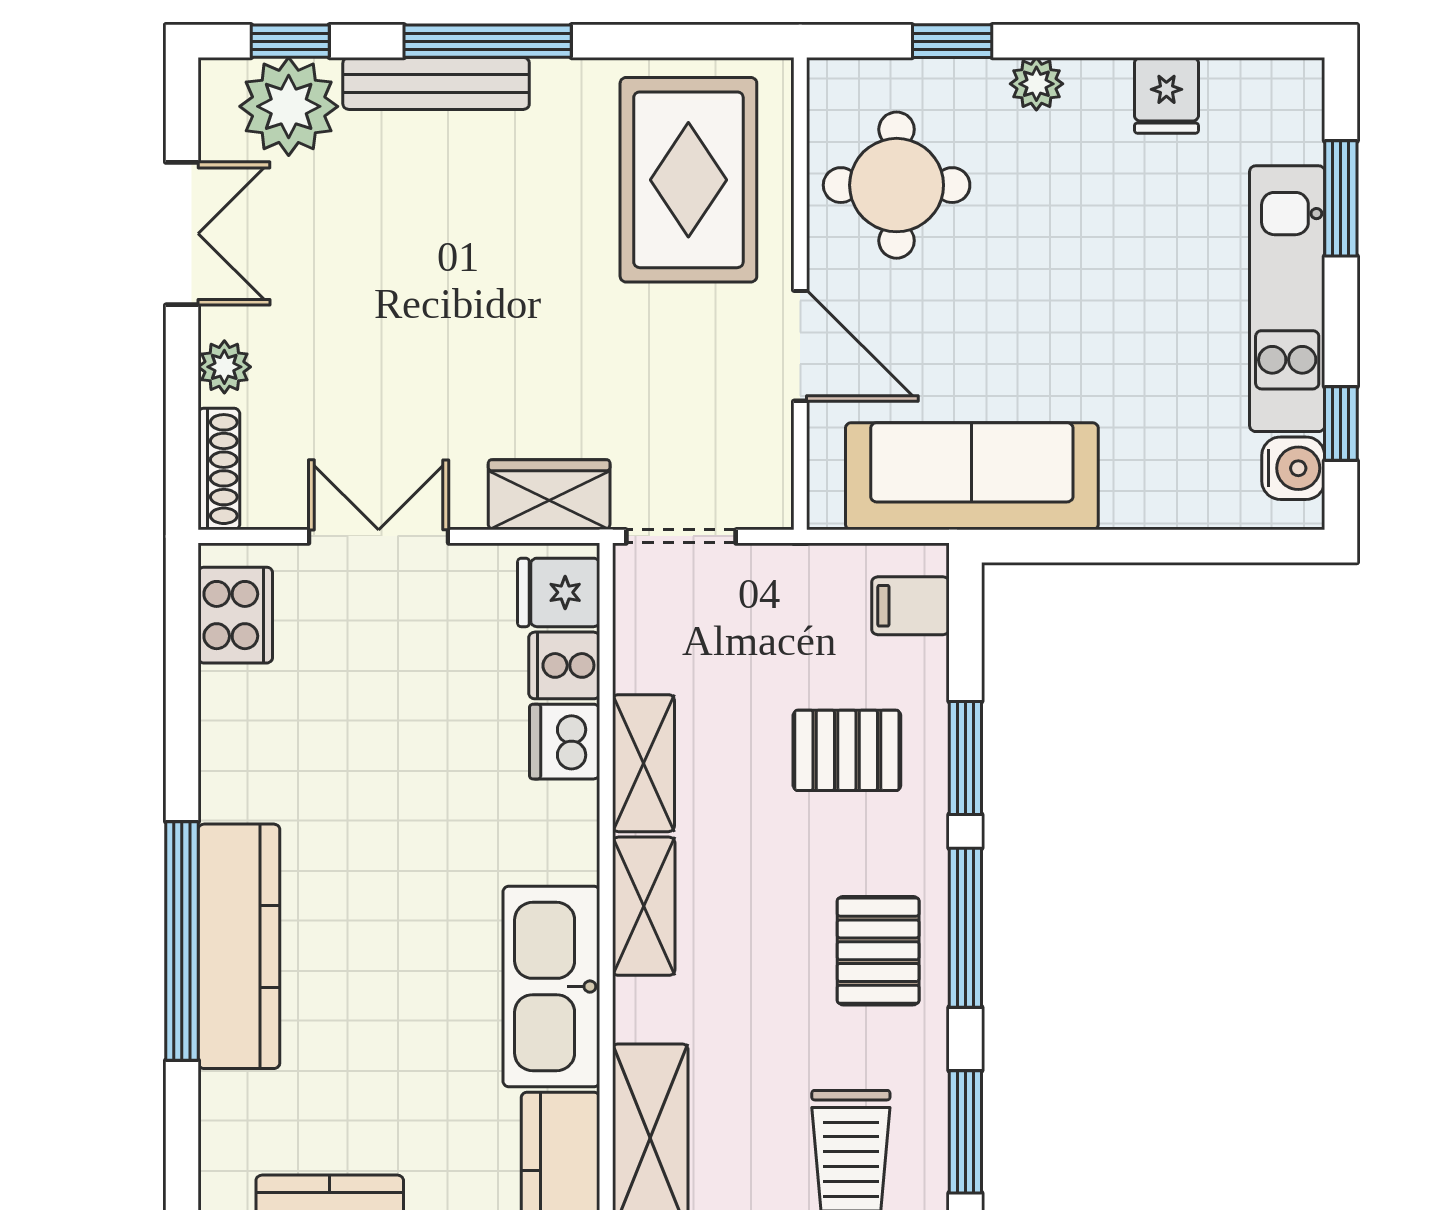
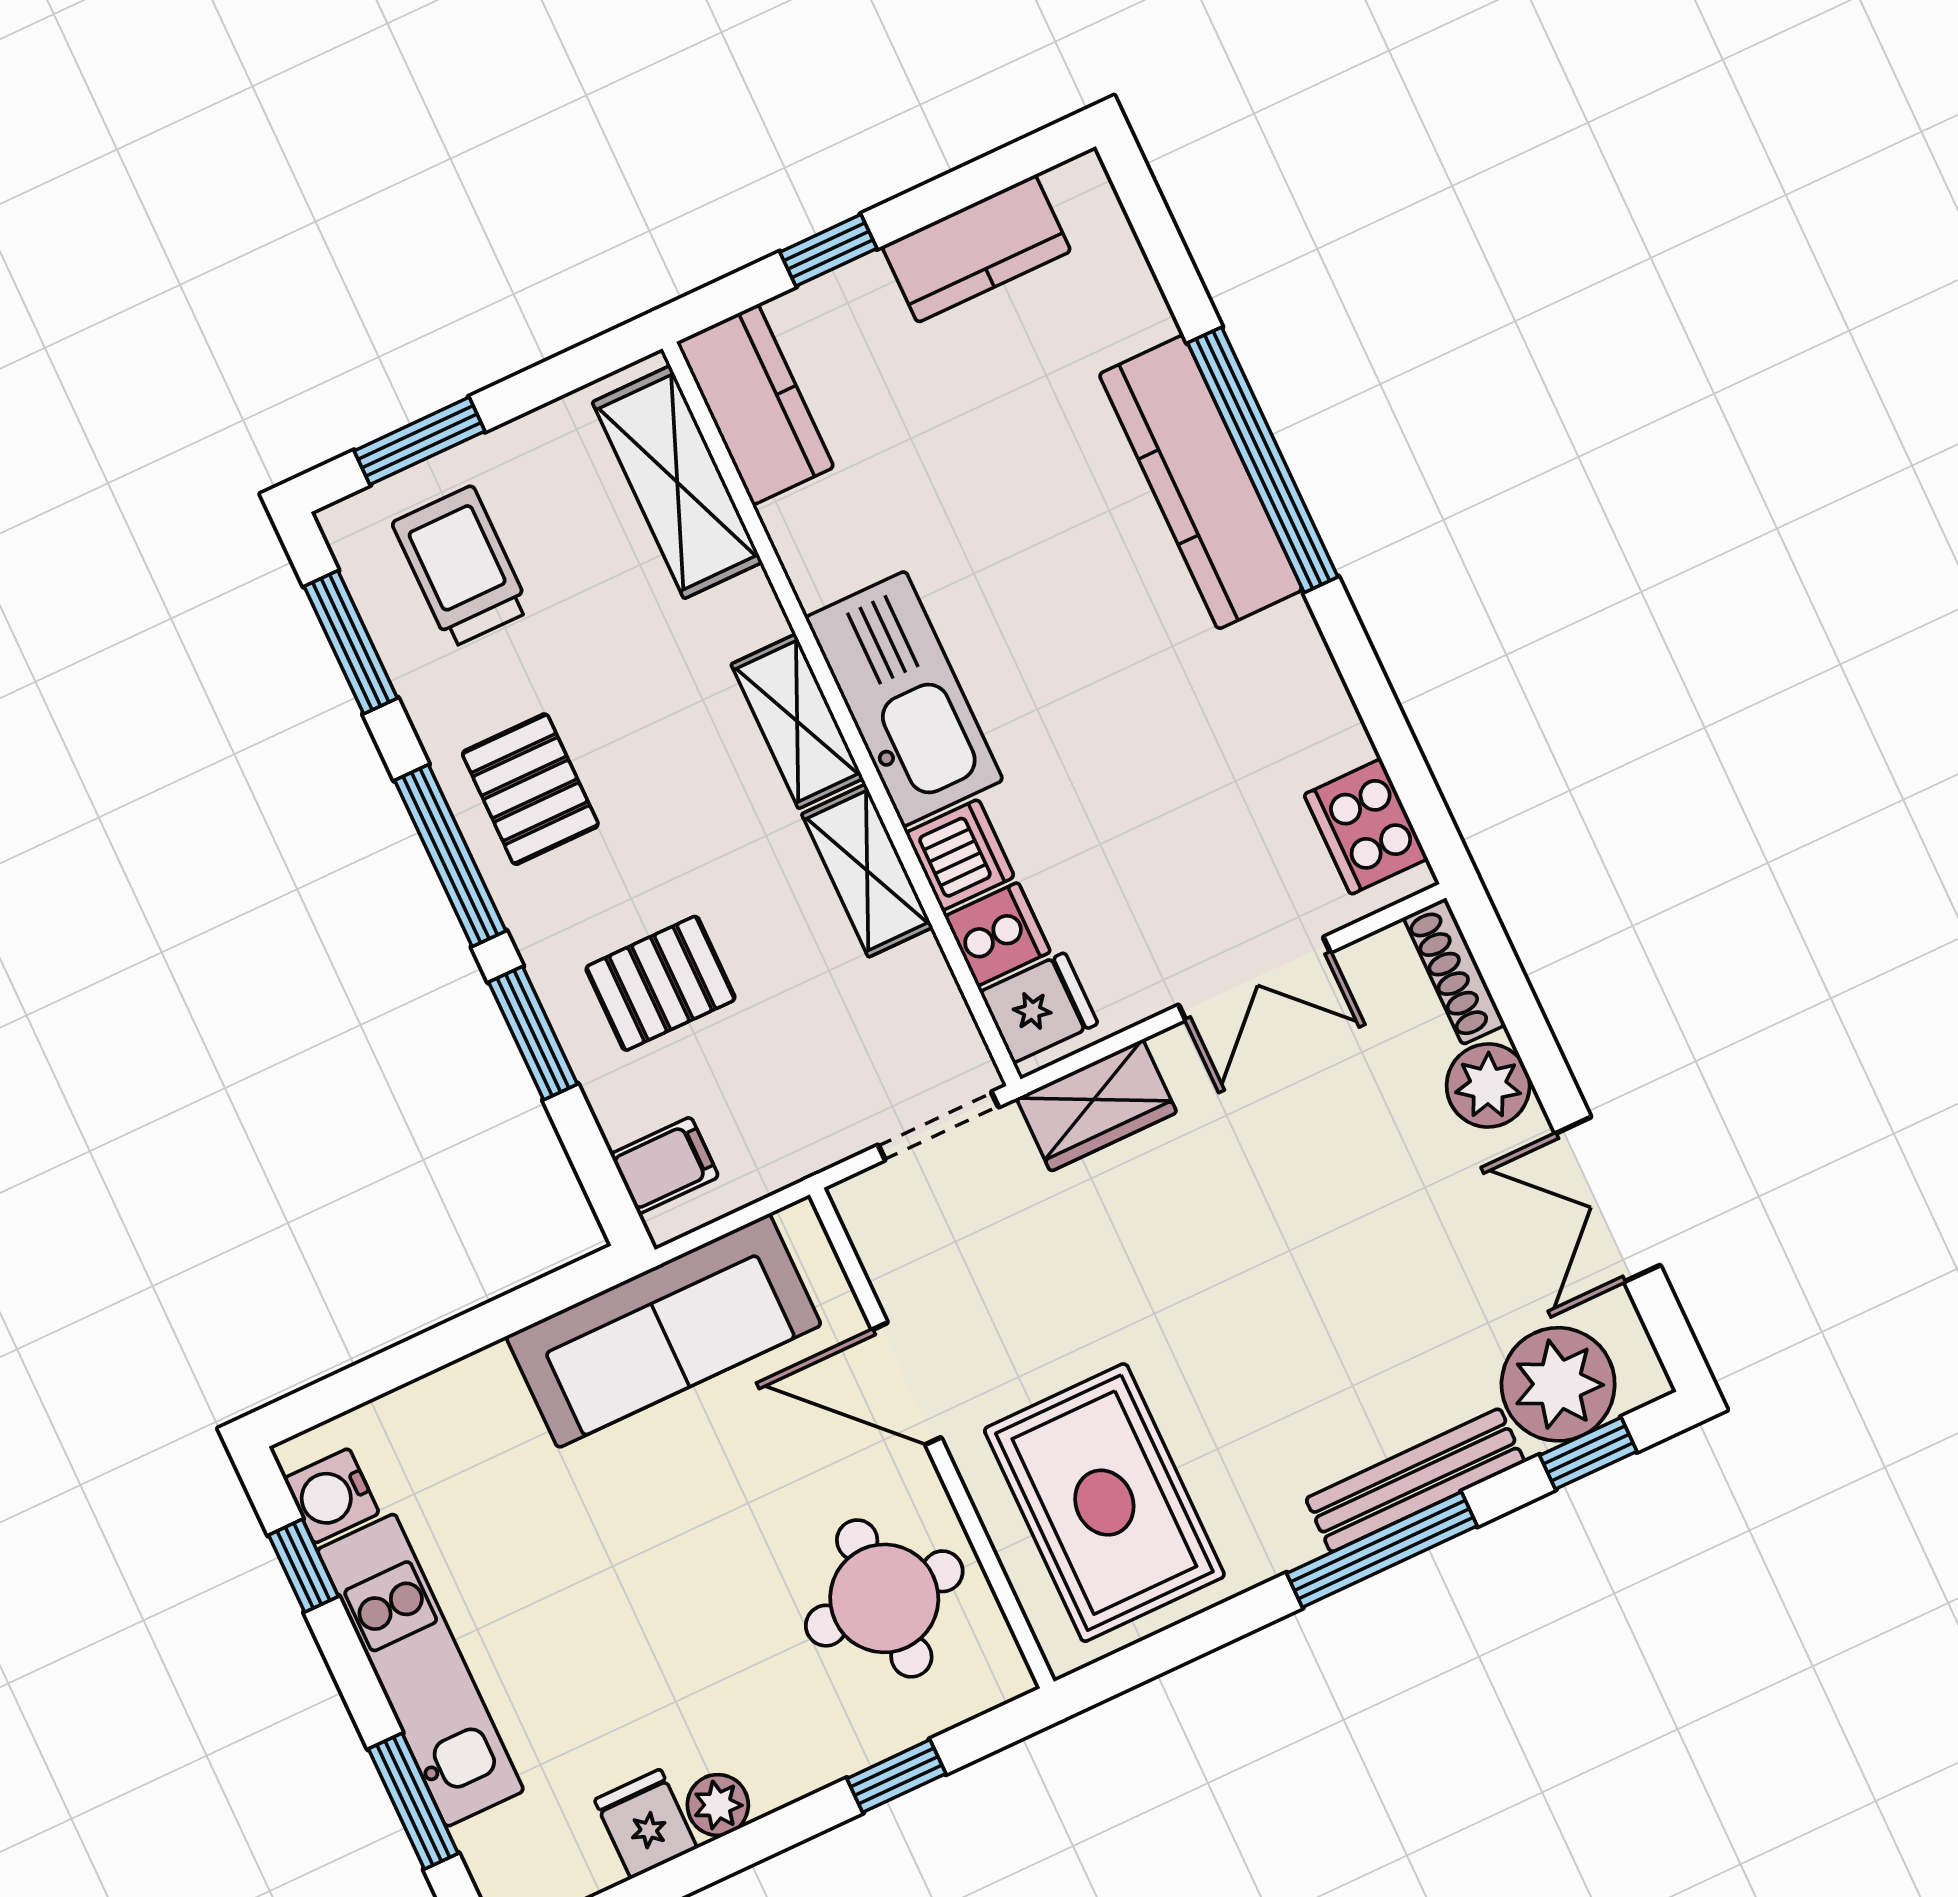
plant: (1036, 84) -> (718, 1805), moved
plant: (224, 367) -> (1488, 1085), width x1.38, depth x1.38
kitchen sink: (551, 987) -> (904, 699), moved

